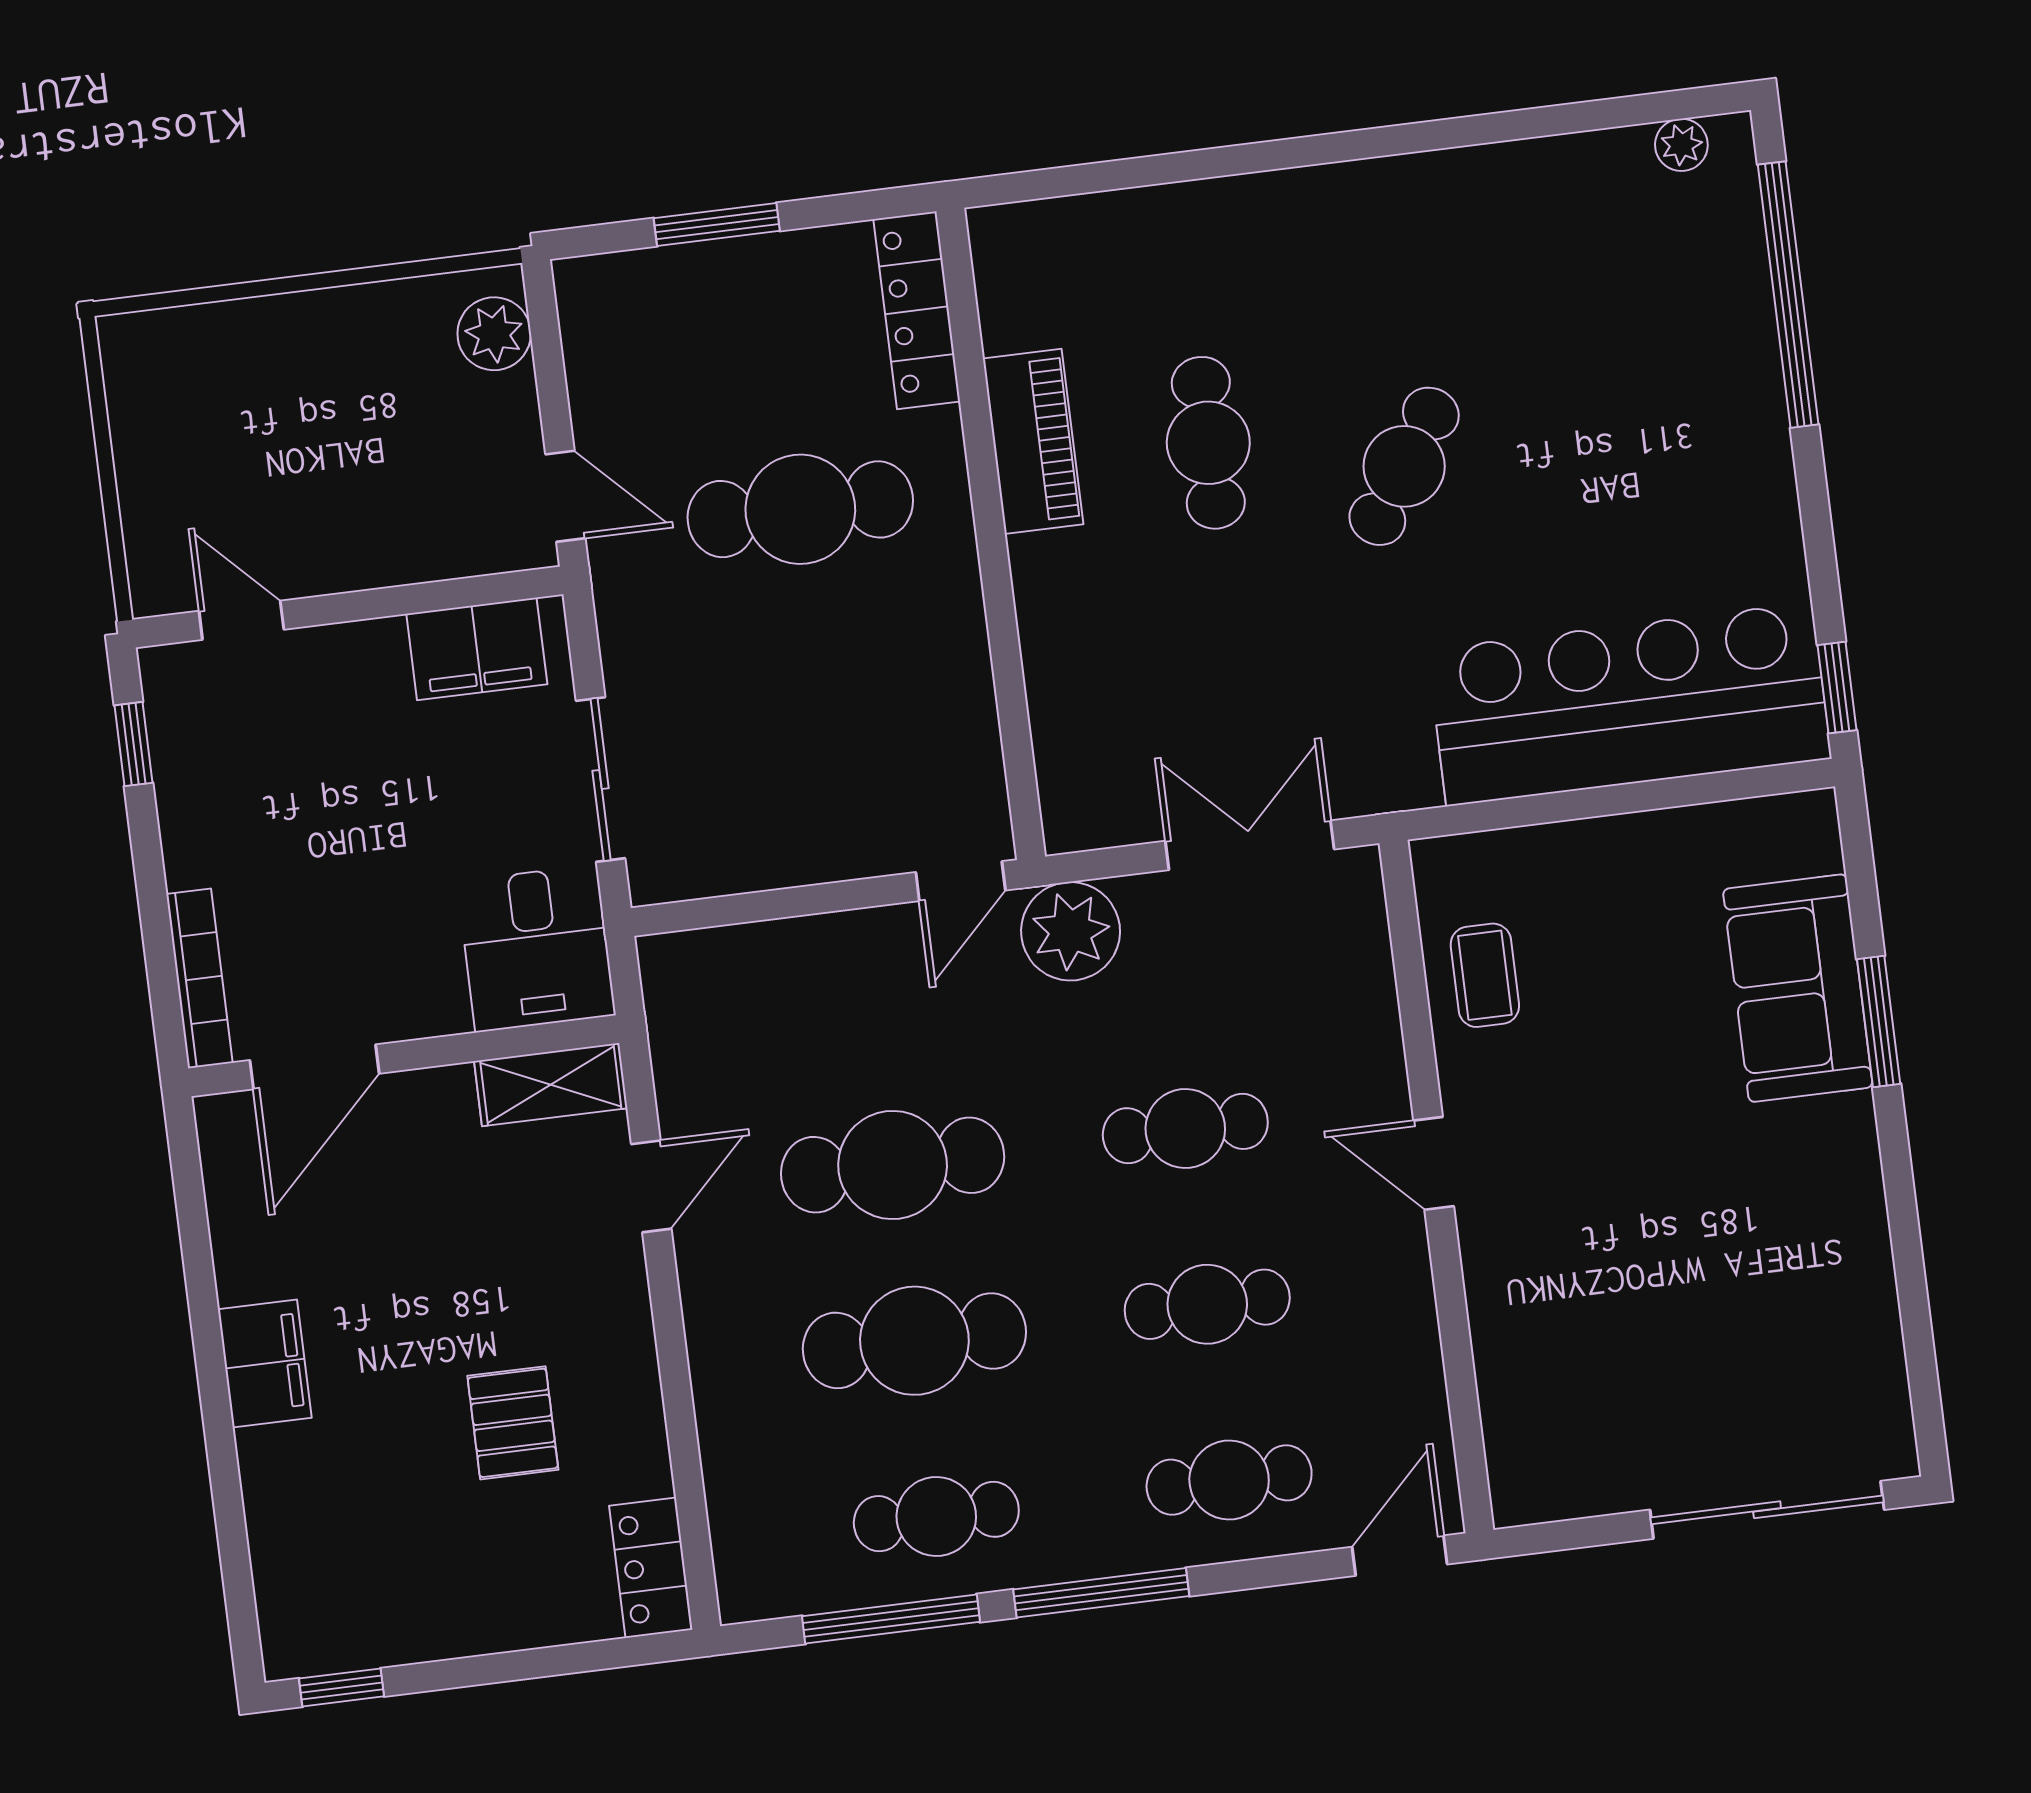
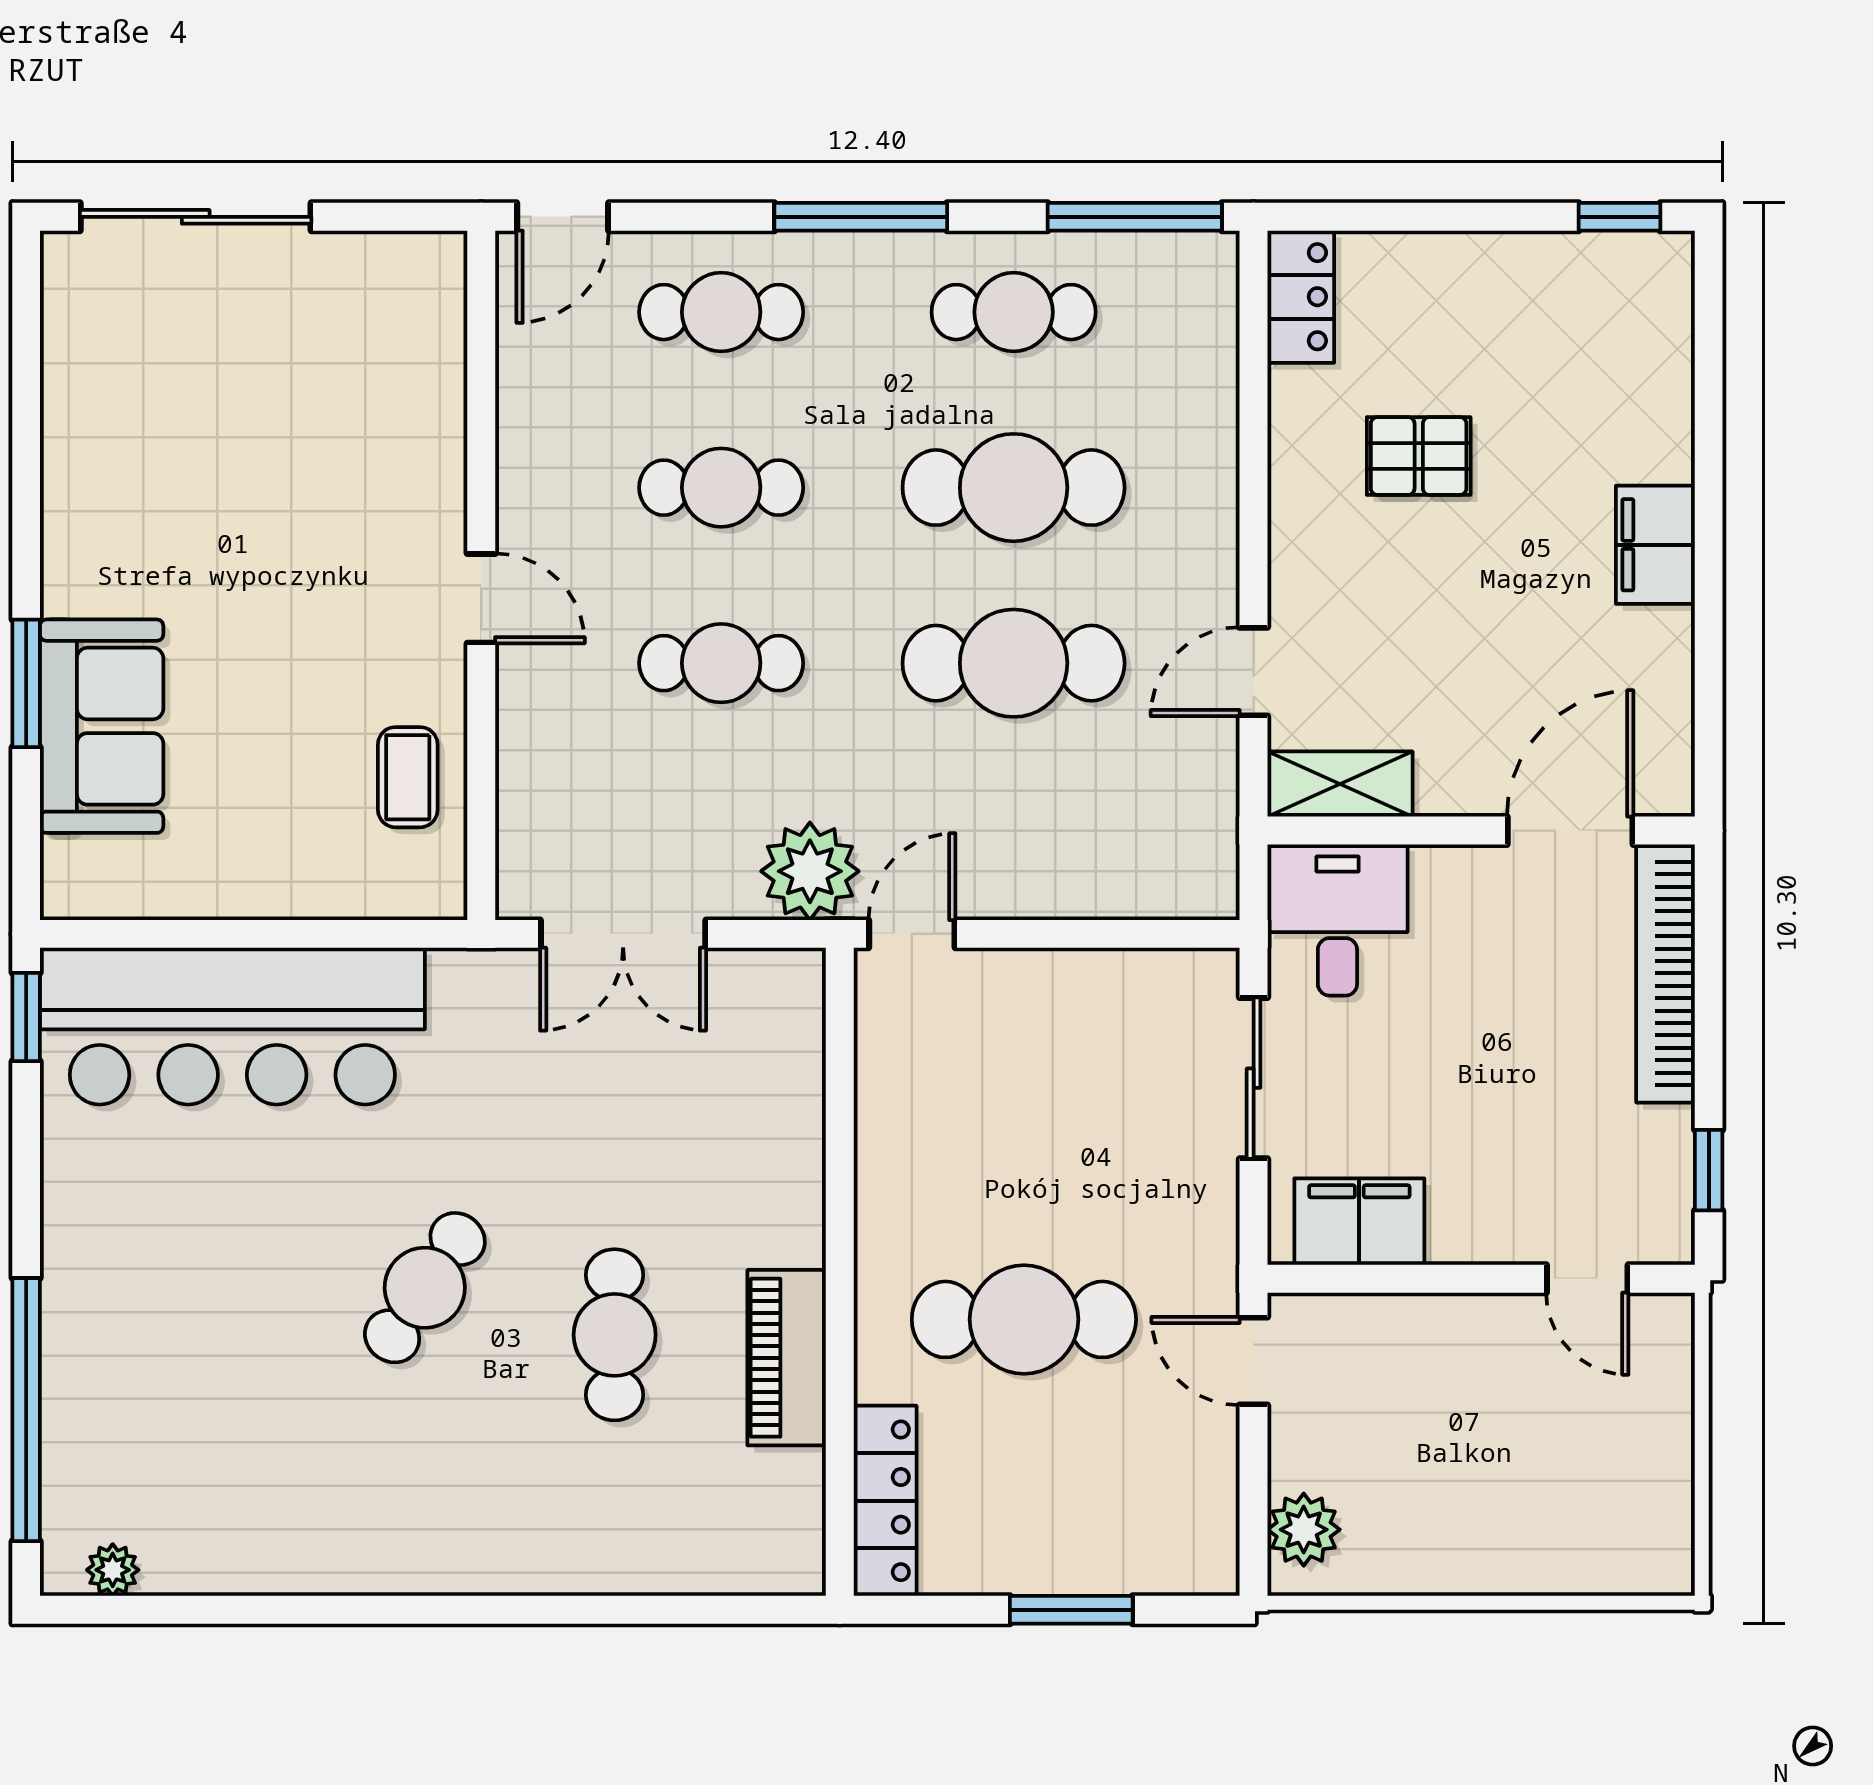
bookcase: (199, 978) -> (1666, 973), width x1.48, depth x1.31
pallet: (513, 1423) -> (1419, 456), turned 90
window: (891, 1619) -> (1135, 217), moved

